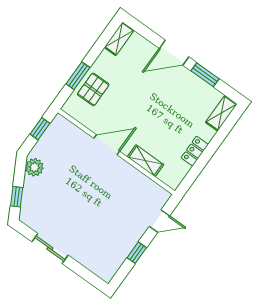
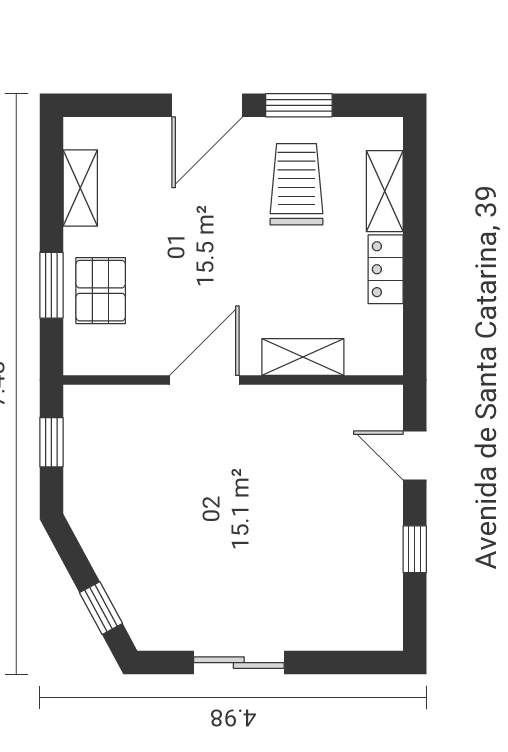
shelving: (119, 39) -> (80, 188), moved
trolley: (185, 101) -> (296, 184), added
shelving: (221, 113) -> (385, 191), moved
plant: (34, 167) -> (95, 525), removed
door: (159, 221) -> (415, 456), swing flipped

